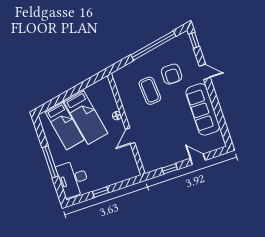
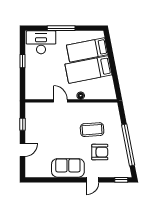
armchair: (172, 74) -> (100, 152), turned 180
sofa: (203, 109) -> (68, 168), width x0.73

